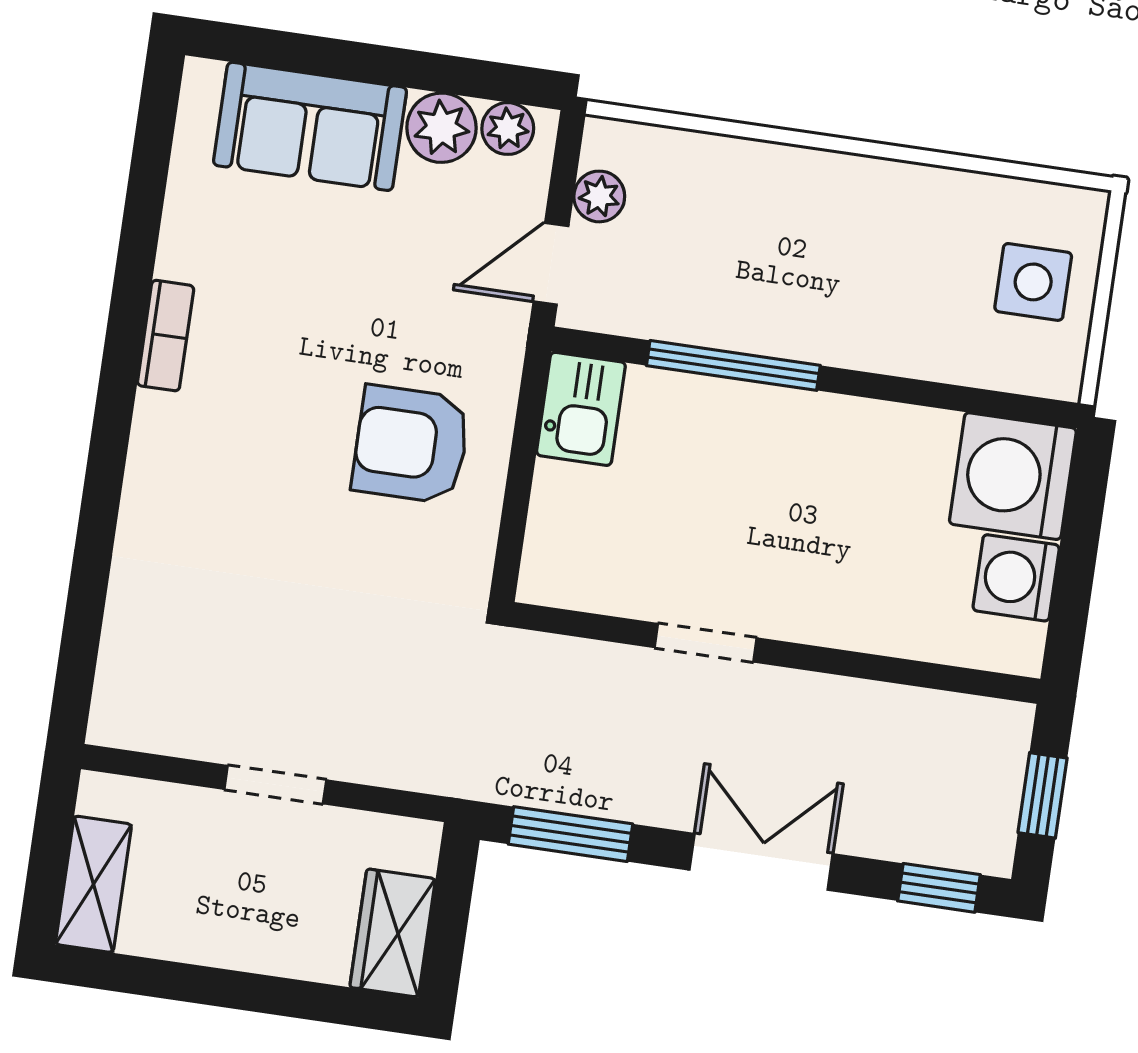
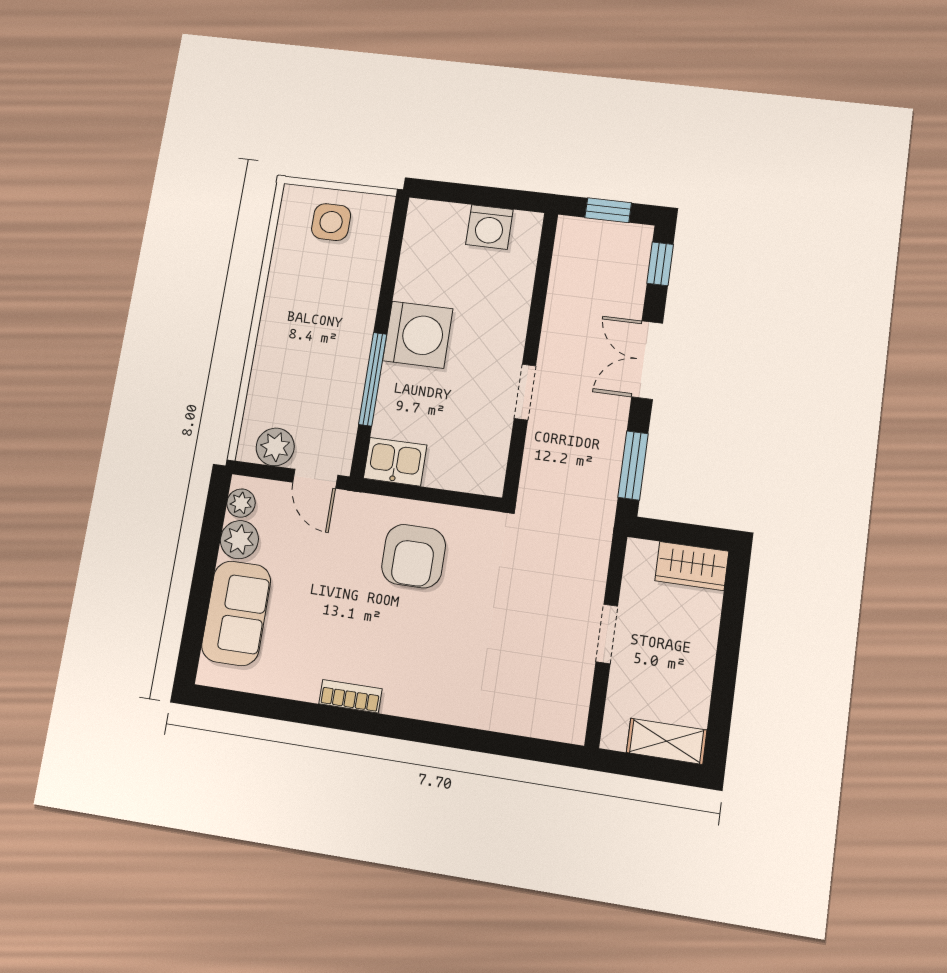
plant: (599, 196) -> (275, 447), width x1.38, depth x1.38
washing machine: (1013, 476) -> (418, 335), moved, turned -90

